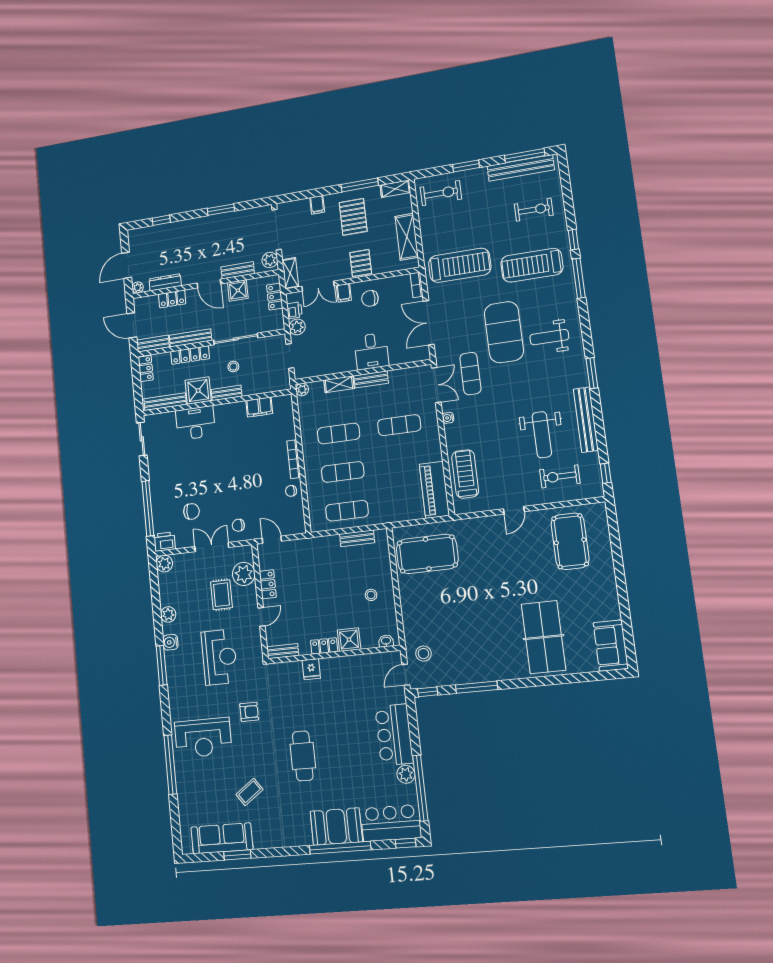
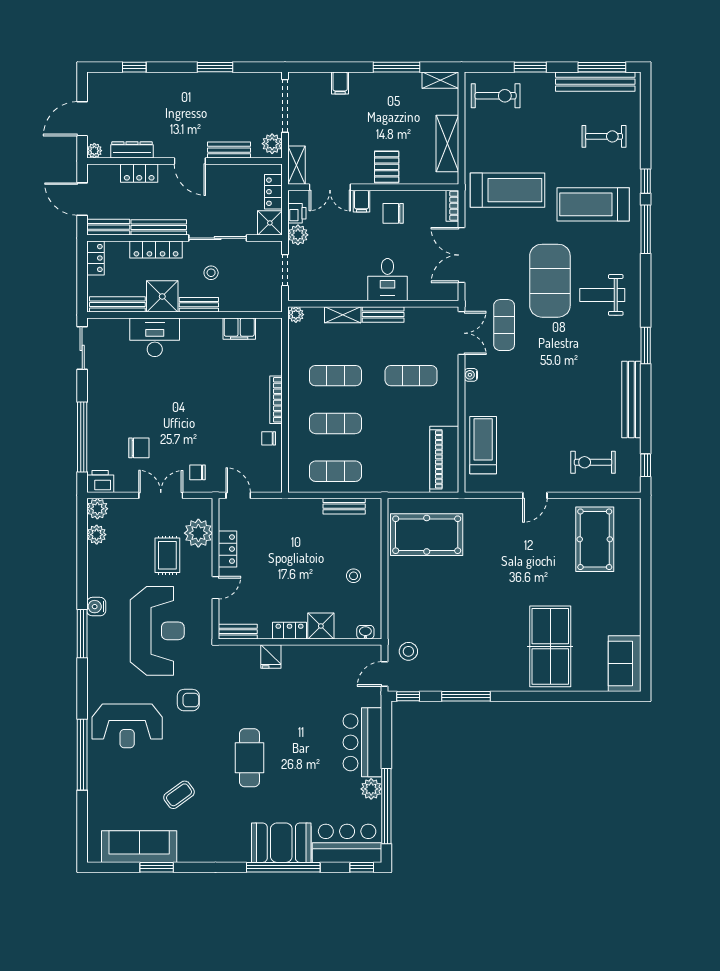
pallet: (353, 217) -> (384, 107), removed
shower: (238, 290) -> (270, 223), moved
weight bench: (542, 435) -> (579, 410), removed
plant: (168, 614) -> (97, 535), moved
reception desk: (219, 657) -> (157, 631), width x1.36, depth x1.30

